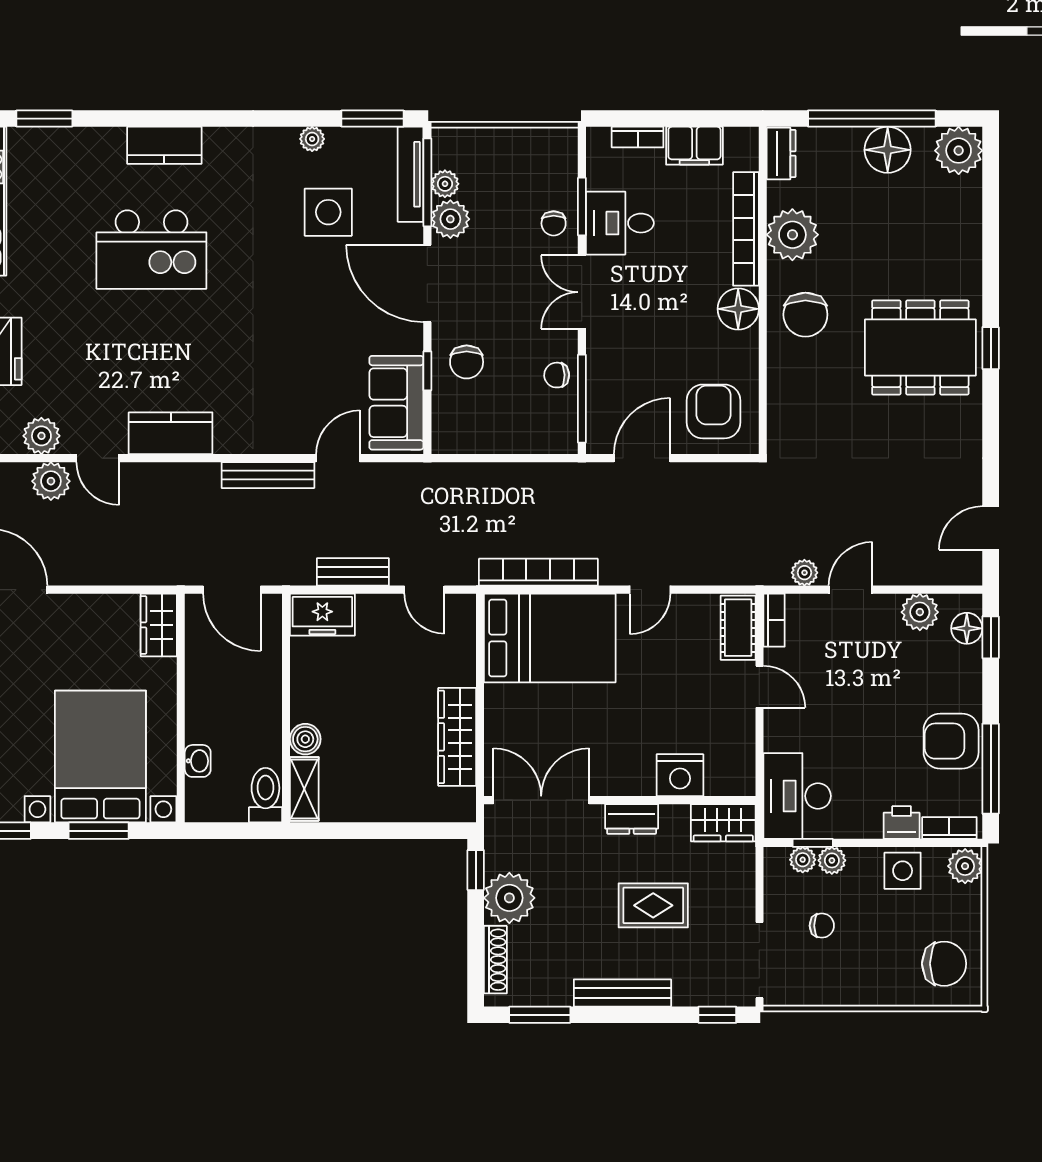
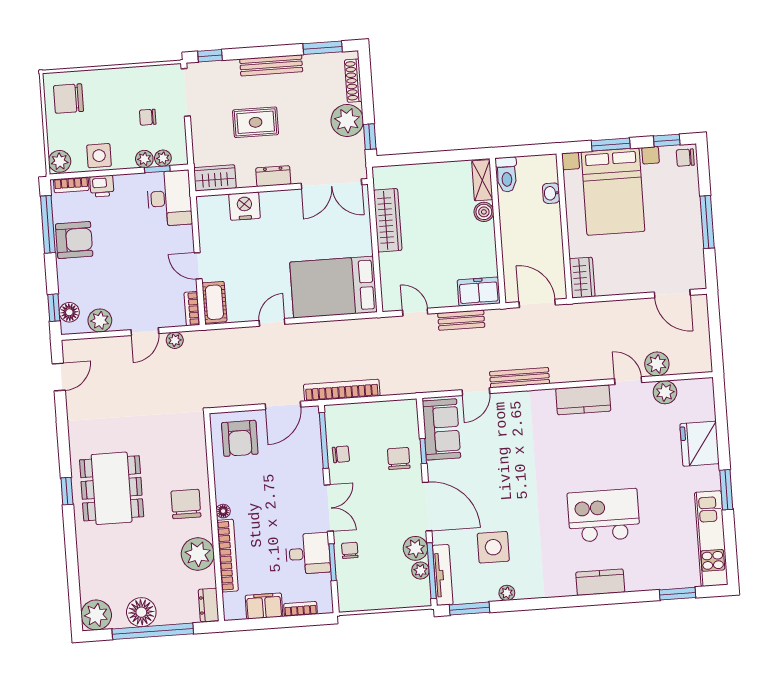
floor lamp: (738, 309) -> (223, 511), width x0.53, depth x0.53
dining table: (920, 347) -> (112, 488), turned 90
bookcase: (538, 572) -> (342, 390), moved, turned 180

